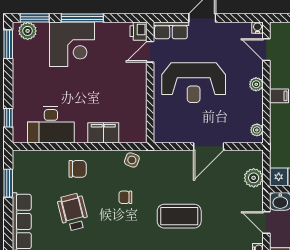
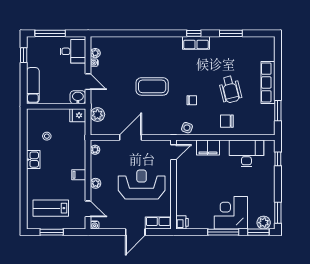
door: (150, 52) -> (174, 152), moved

